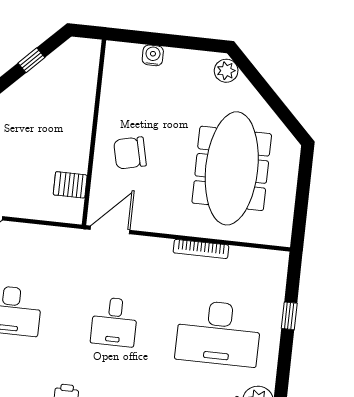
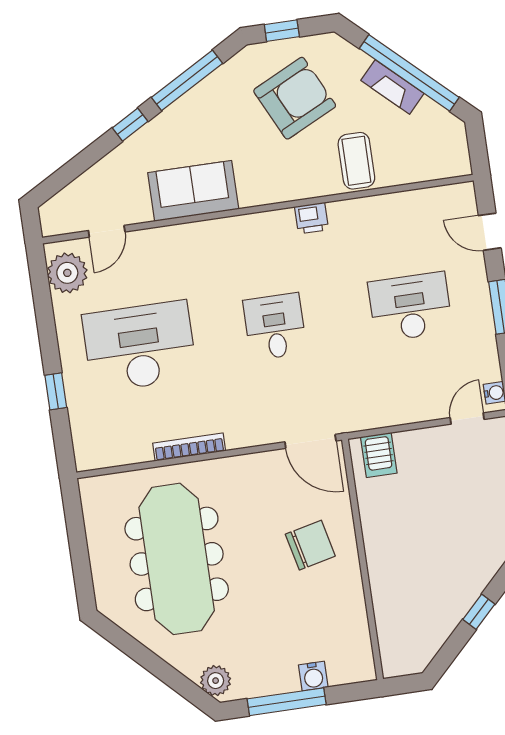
window: (178, 41) -> (287, 702), added
window: (31, 60) -> (479, 612), moved
server rack: (70, 185) -> (379, 455), moved, turned 90
door: (110, 230) -> (310, 441), hinge flipped

